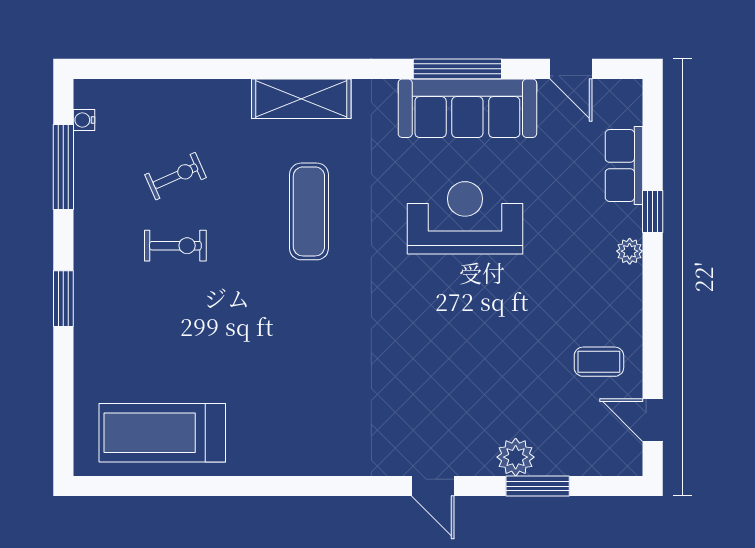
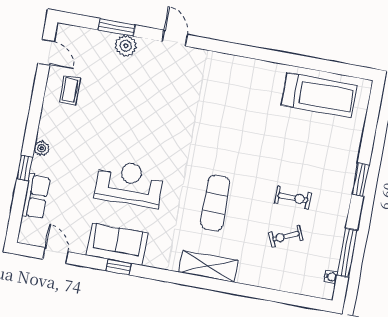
window: (457, 69) -> (119, 267), width x0.46
sofa: (467, 108) -> (117, 244), width x0.73
reception desk: (465, 218) -> (129, 184), turned 180
exercise bike: (175, 246) -> (293, 198), turned 180
coffee table: (599, 362) -> (70, 90), turned 90

